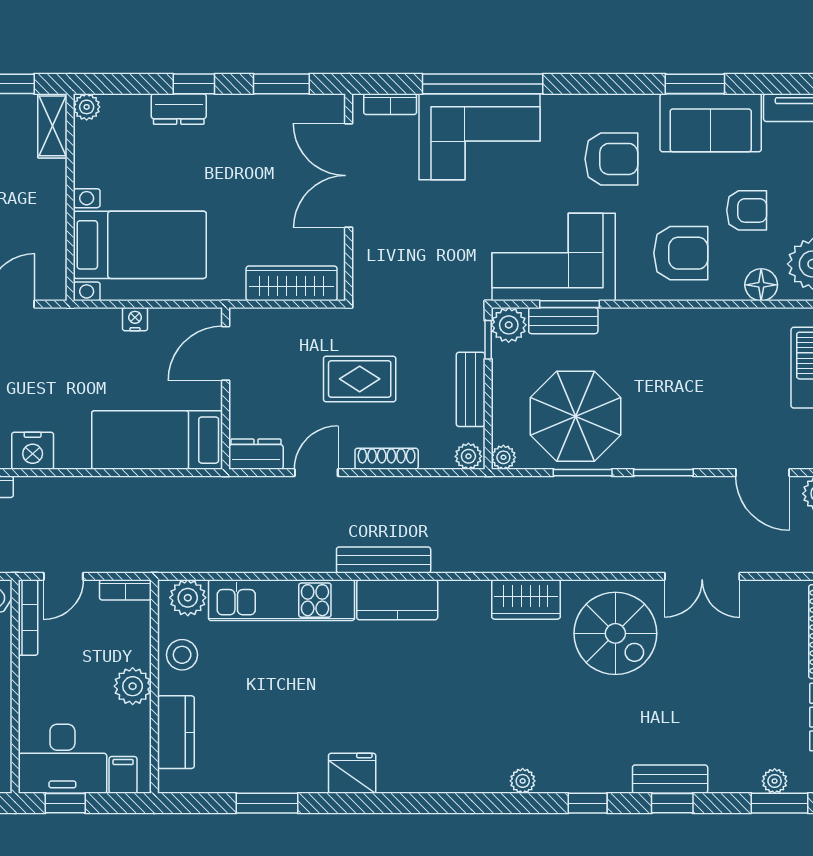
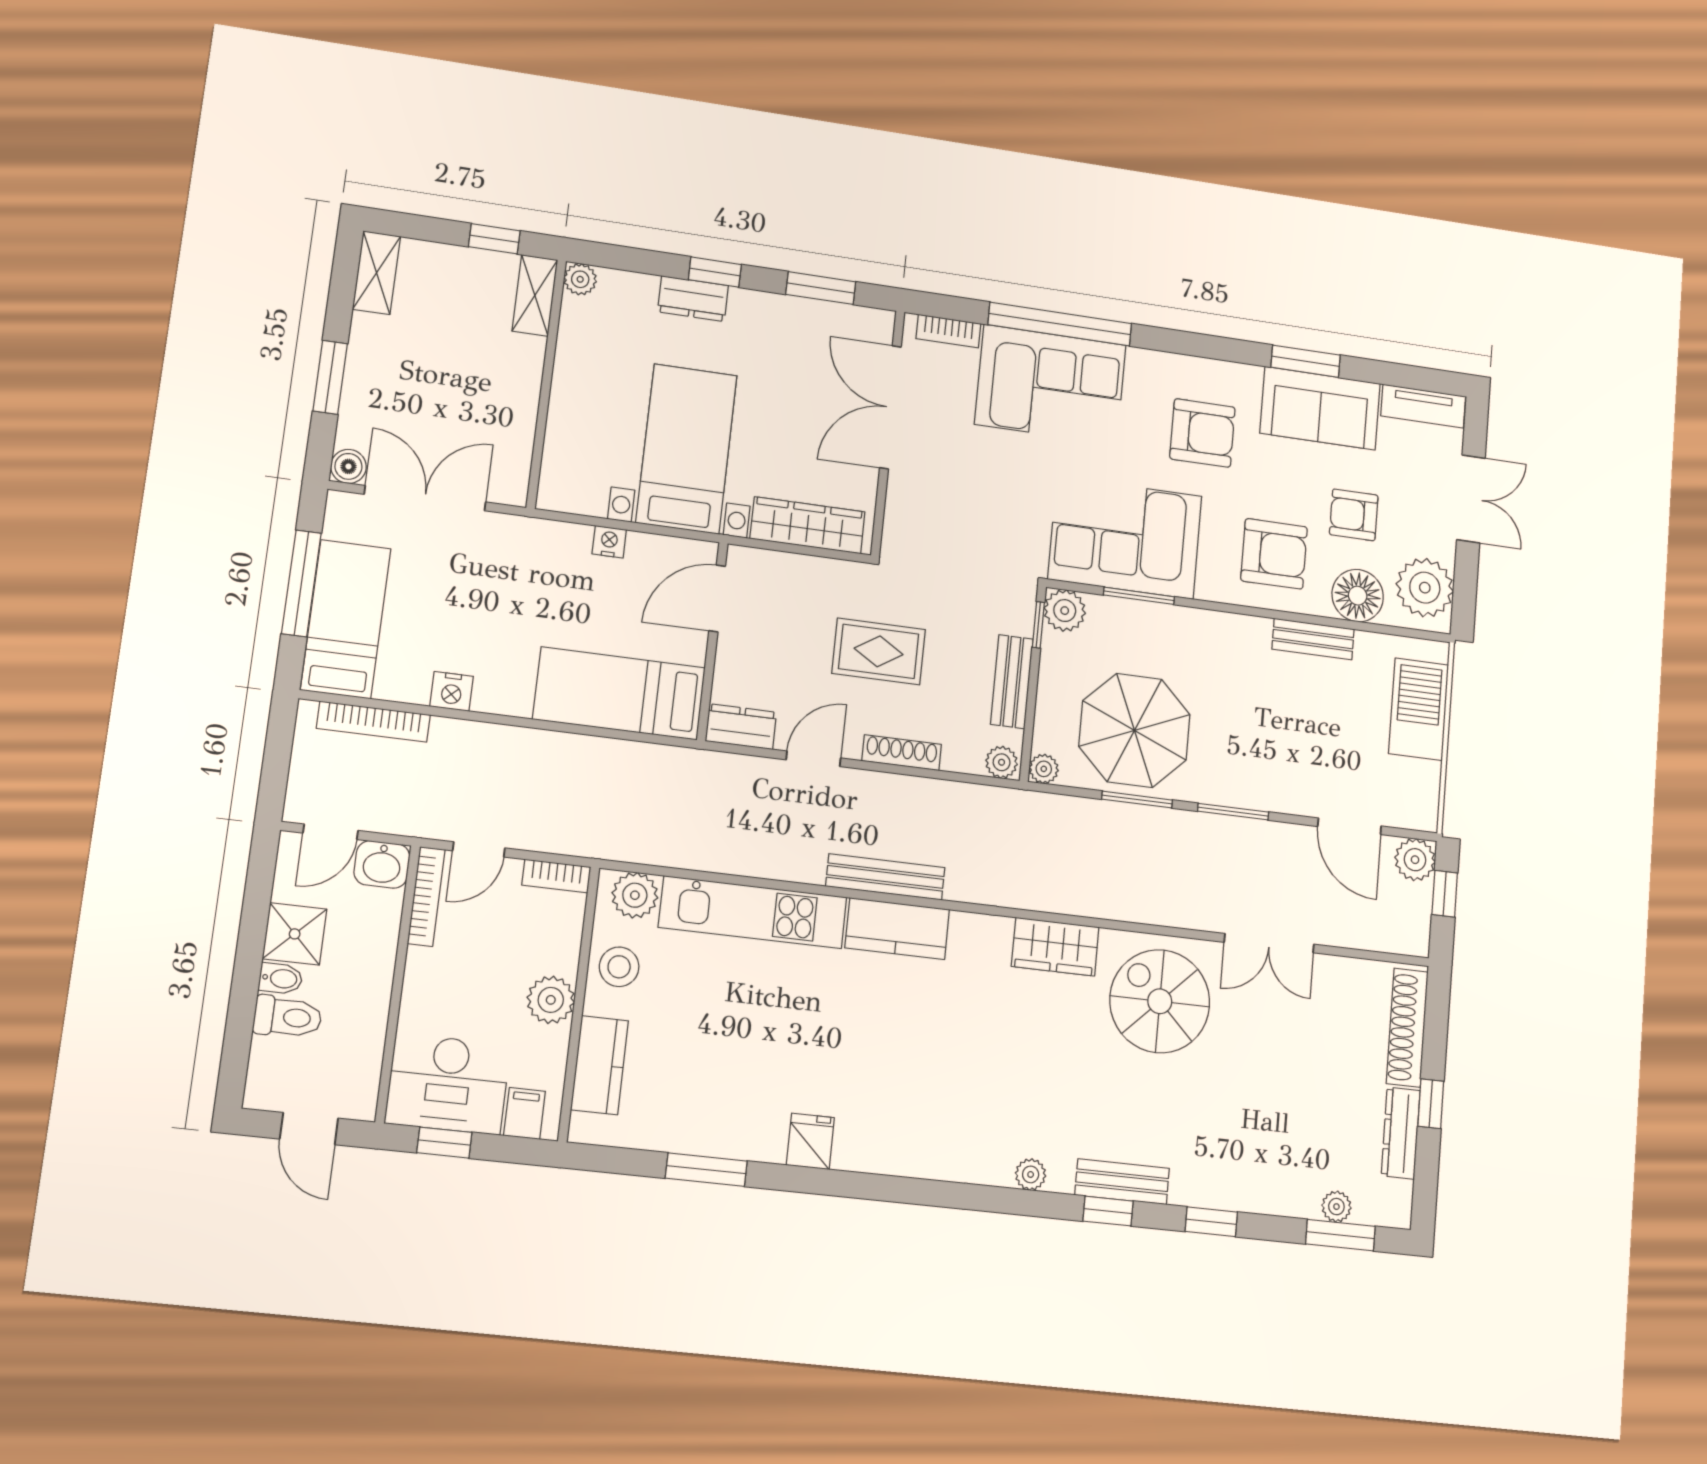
armchair: (747, 210) -> (1354, 515), turned 180
bed with nightstands: (140, 245) -> (686, 449), moved, turned -90
floor lamp: (761, 285) -> (1358, 596), width x1.38, depth x1.38
bench: (563, 321) -> (1313, 639), moved
nightstand: (33, 451) -> (452, 691), width x0.74, depth x0.75
spiral stairs: (615, 633) -> (1160, 1001), turned 180
fridge: (352, 773) -> (810, 1141), width x0.72
bench: (670, 779) -> (1122, 1182), moved

